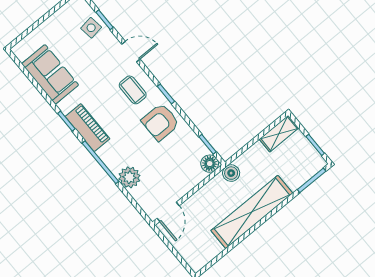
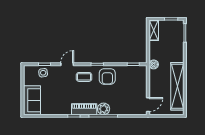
sofa: (50, 74) -> (32, 100), moved, turned 90
floor lamp: (210, 164) -> (142, 70), removed
plant: (129, 177) -> (104, 109), moved
door: (168, 212) -> (148, 105), hinge flipped
shelving: (252, 212) -> (177, 86), moved

